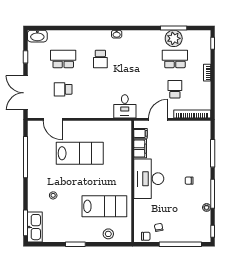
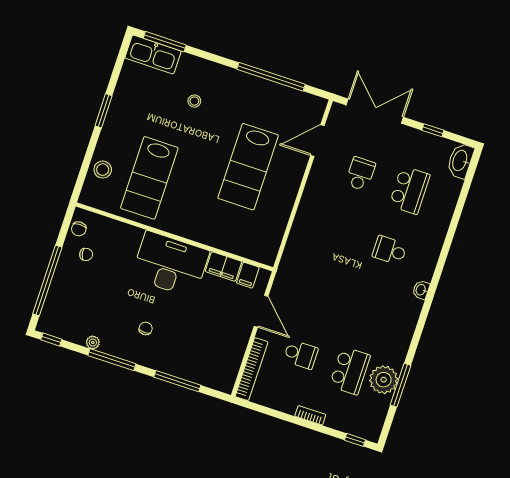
desk: (125, 106) -> (300, 264), removed

